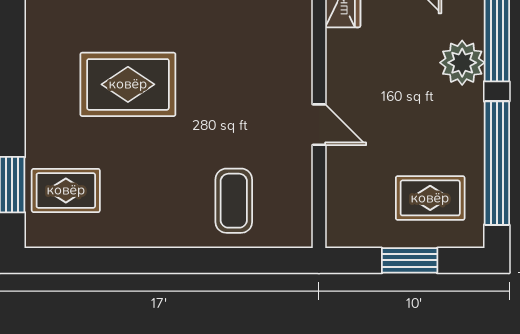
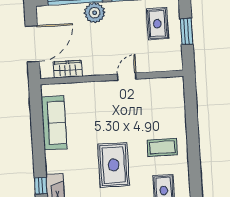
coffee table: (234, 201) -> (162, 147), moved

